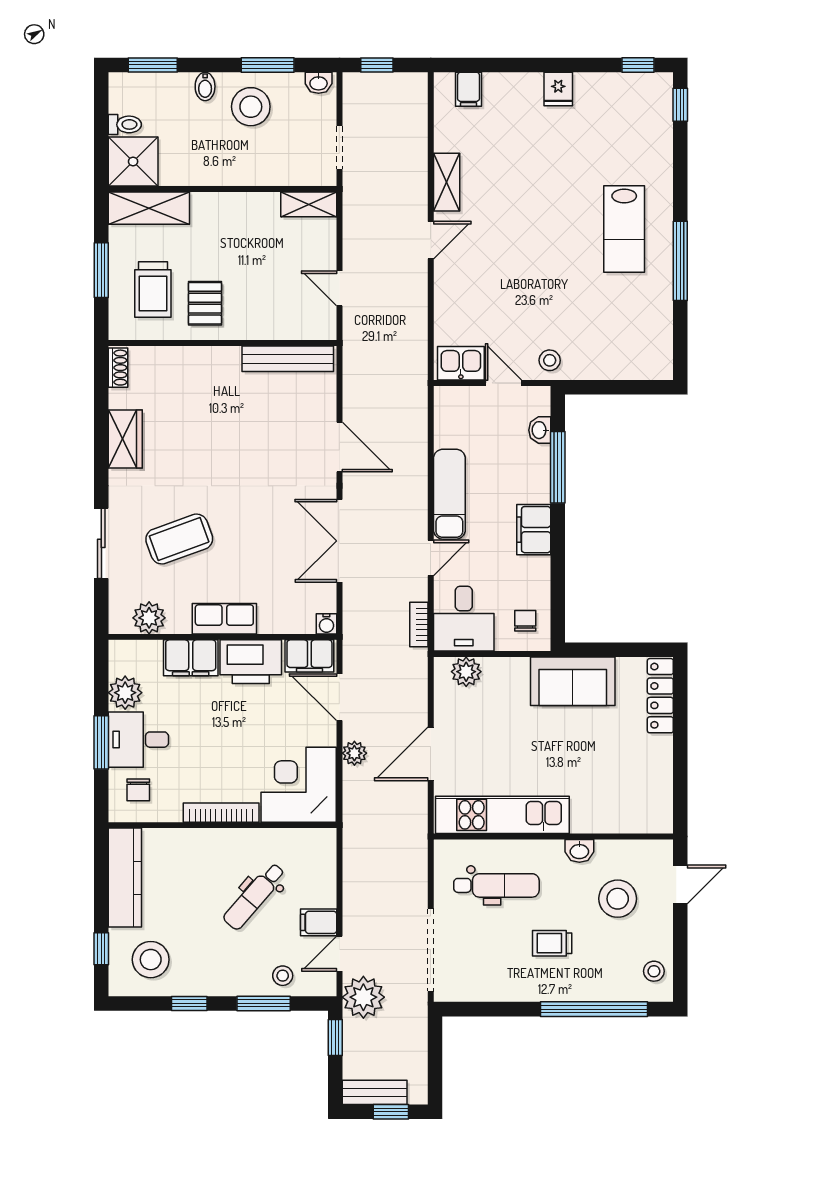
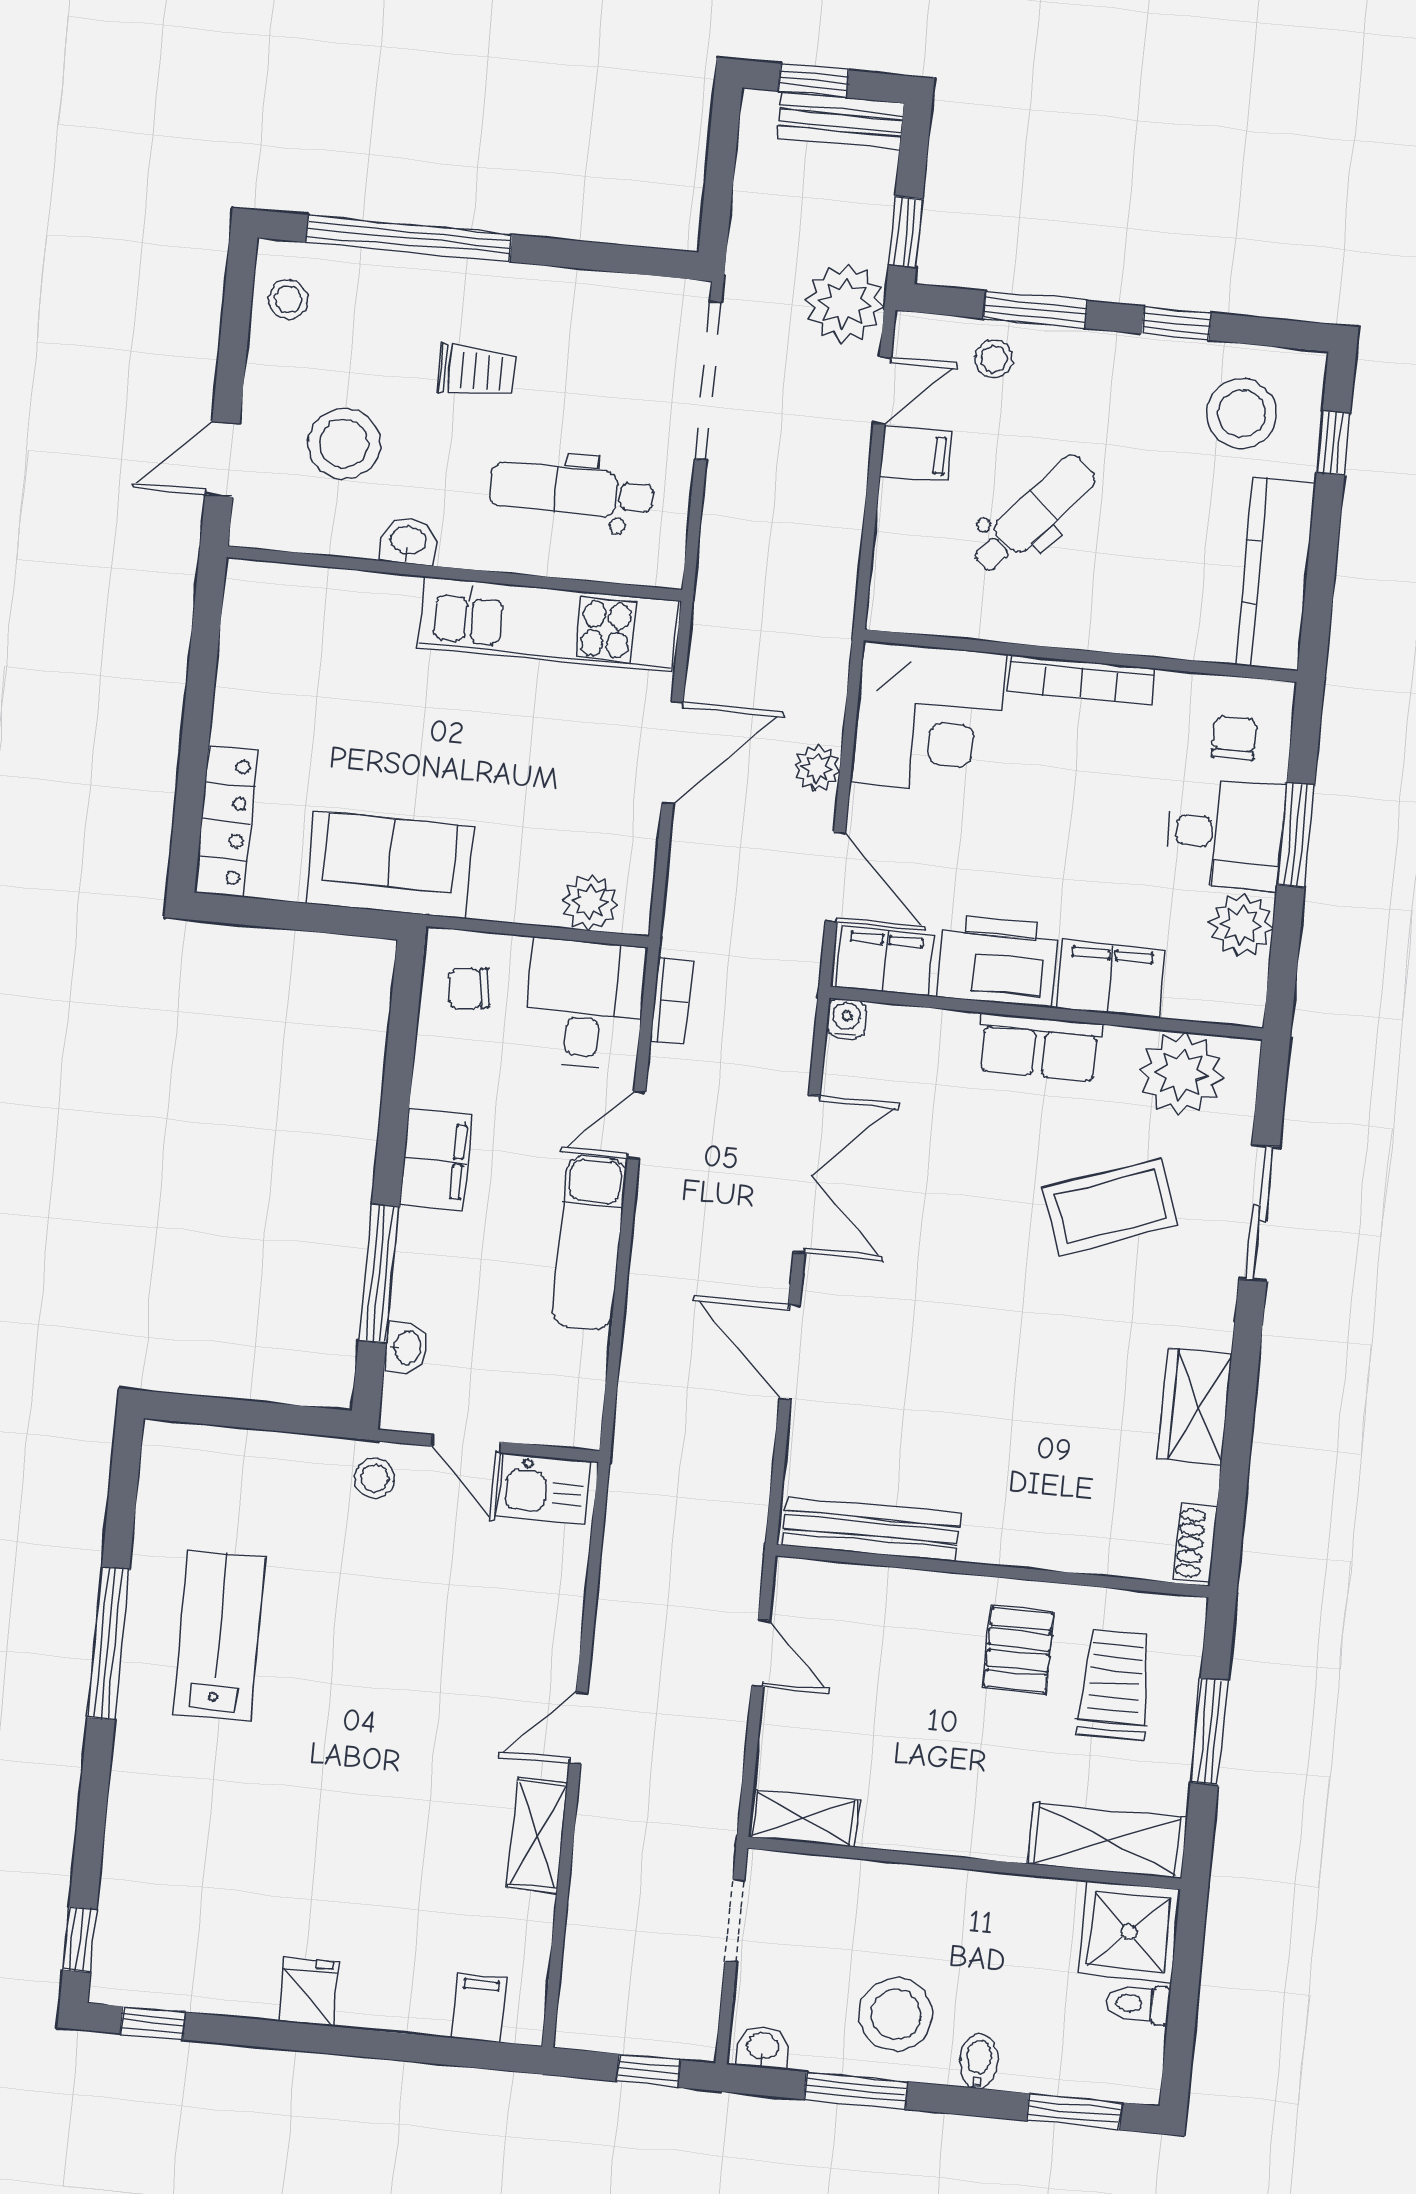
lab bench: (624, 229) -> (219, 1636), moved
plant: (149, 618) -> (1181, 1074), width x1.36, depth x1.36
chair: (525, 621) -> (469, 988), turned 83

